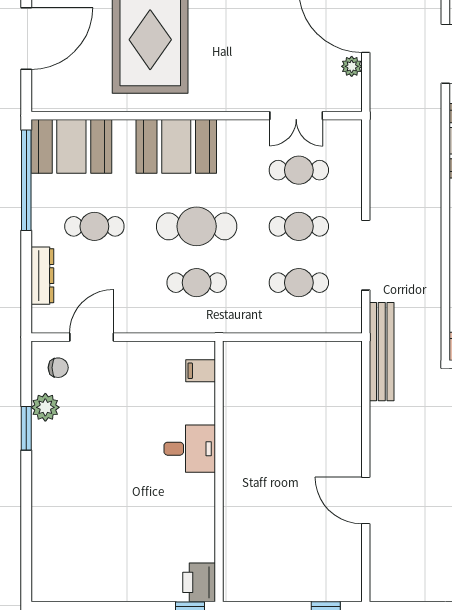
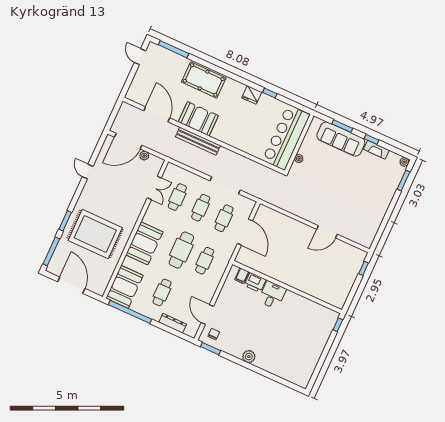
door: (290, 337) -> (245, 232), added
bench: (382, 352) -> (198, 141), moved
plant: (45, 407) -> (249, 357), moved
window: (26, 428) -> (211, 349), moved
printer: (199, 582) -> (255, 282), moved

